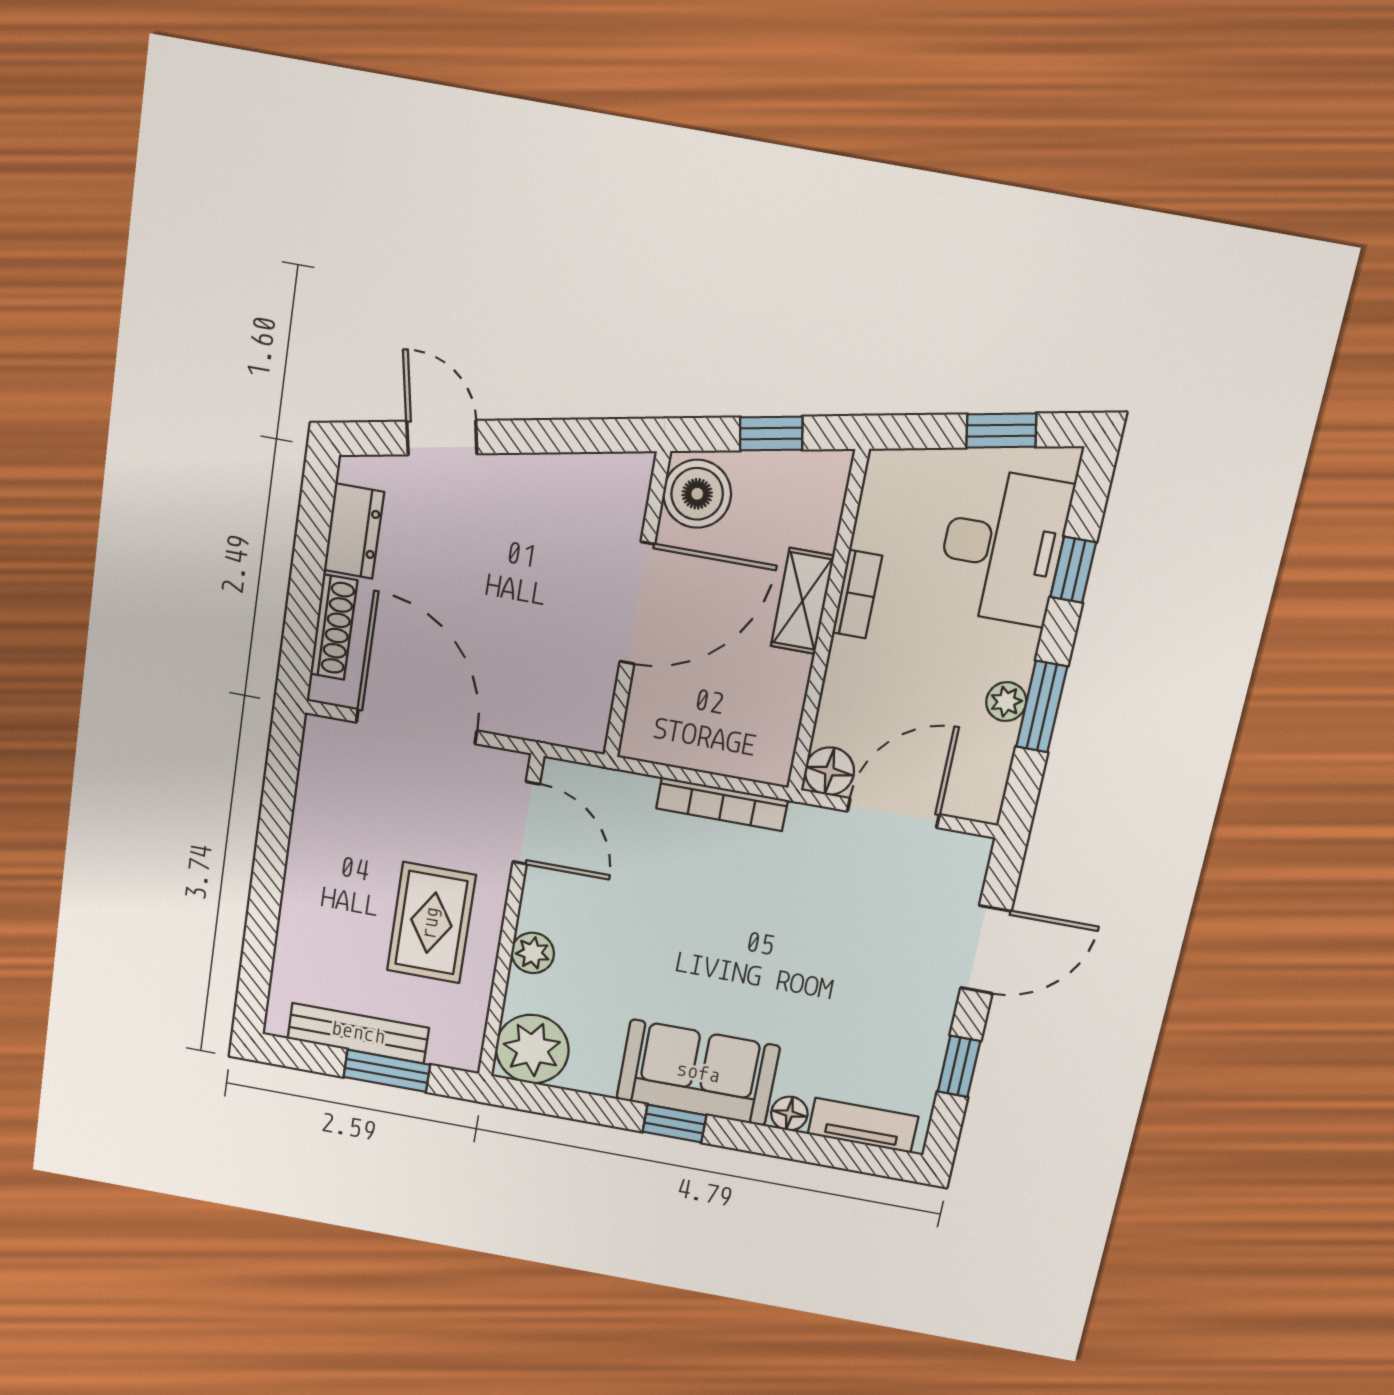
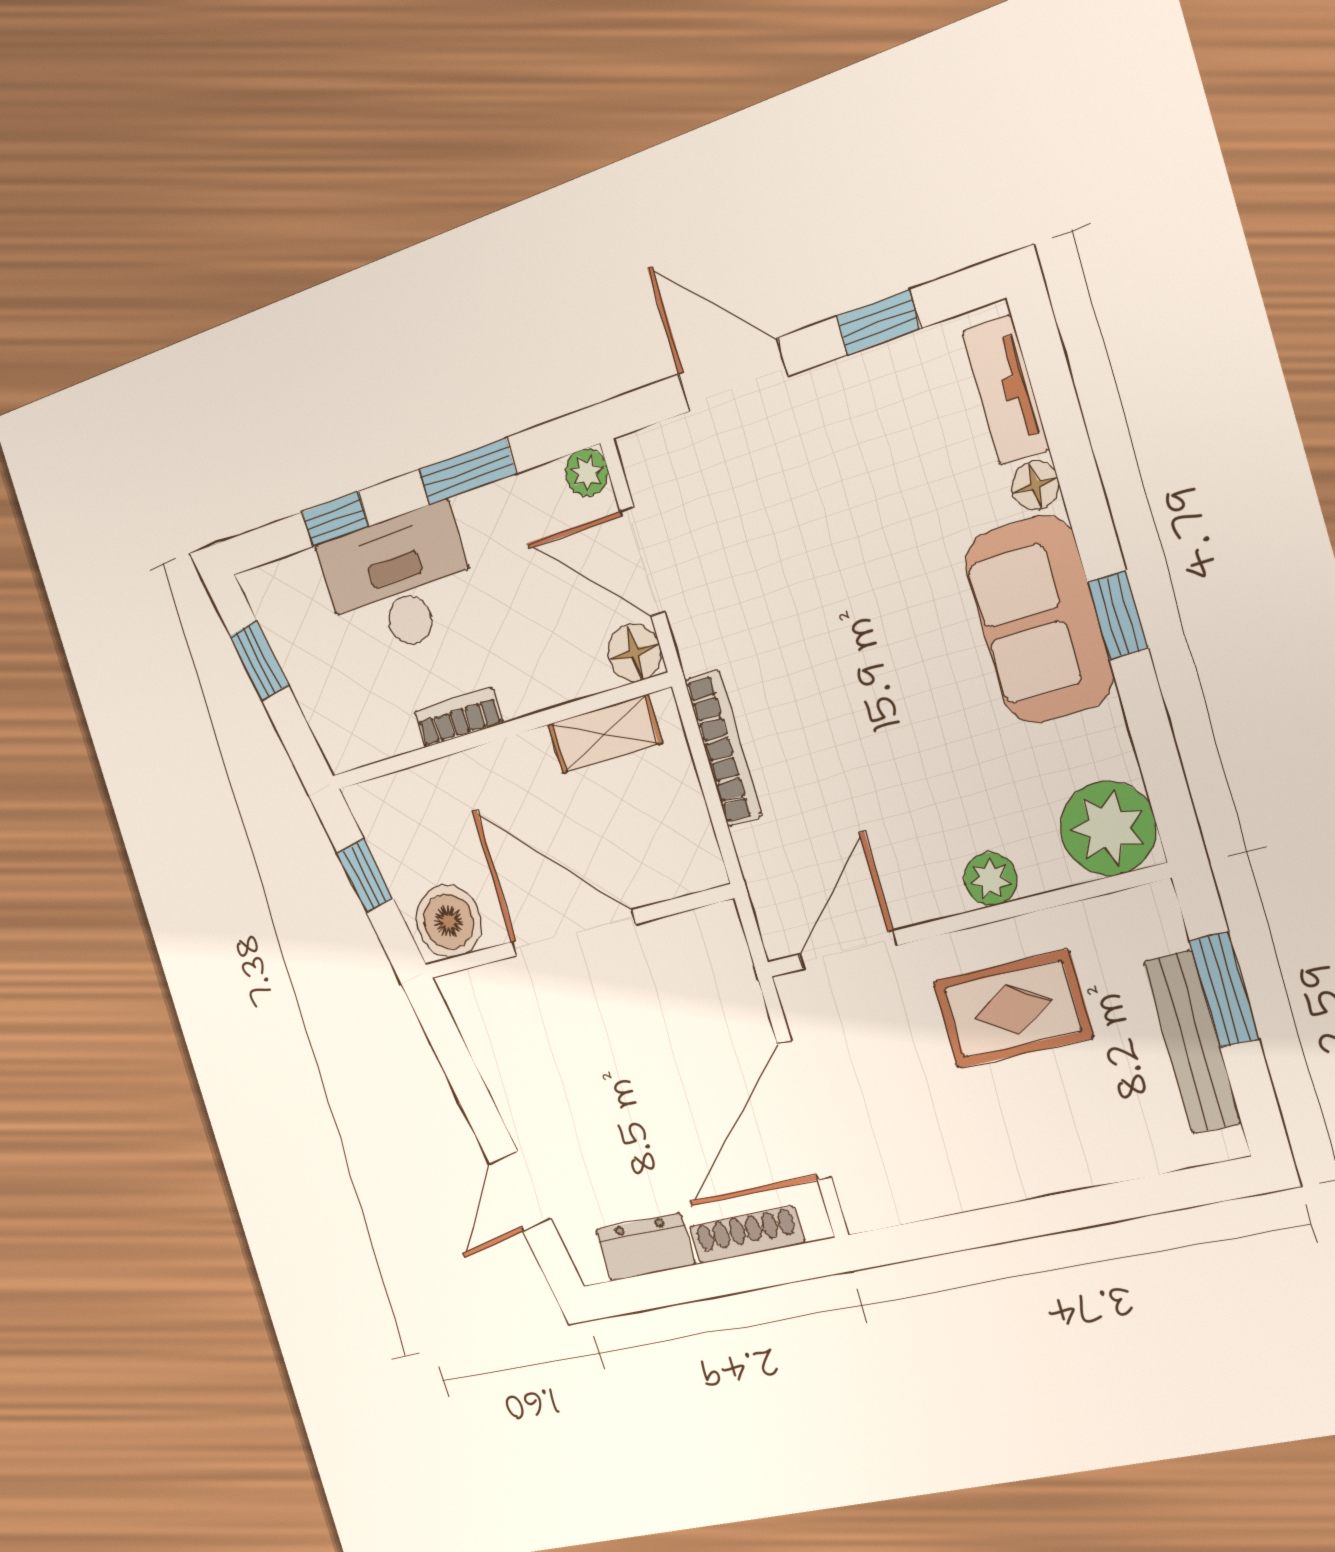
desk: (1003, 547) -> (399, 583), moved
shelving: (802, 601) -> (605, 734), moved
plant: (1006, 702) -> (587, 472), moved

